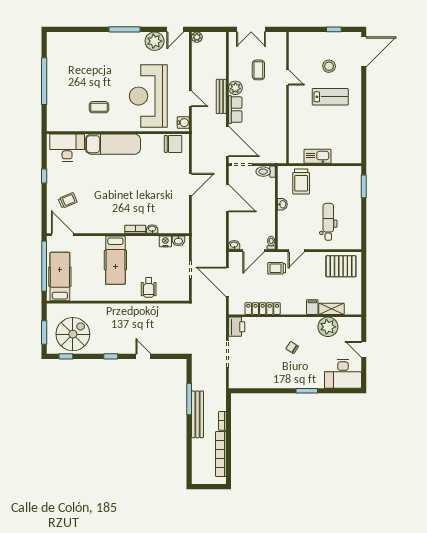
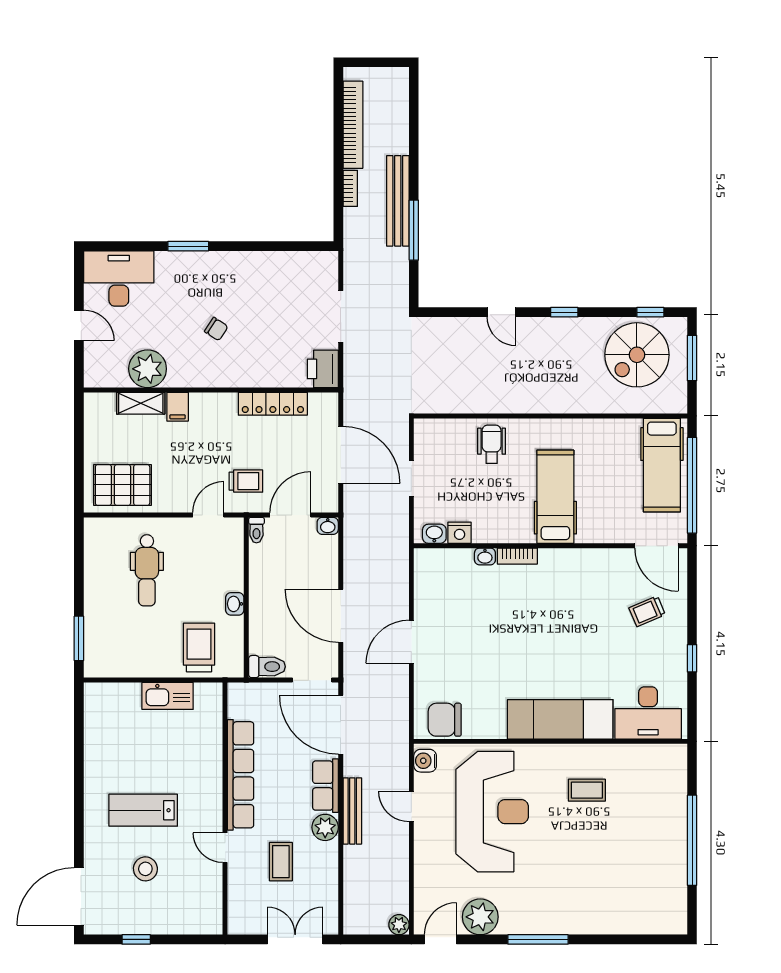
row of seats: (279, 115) -> (241, 775), added

